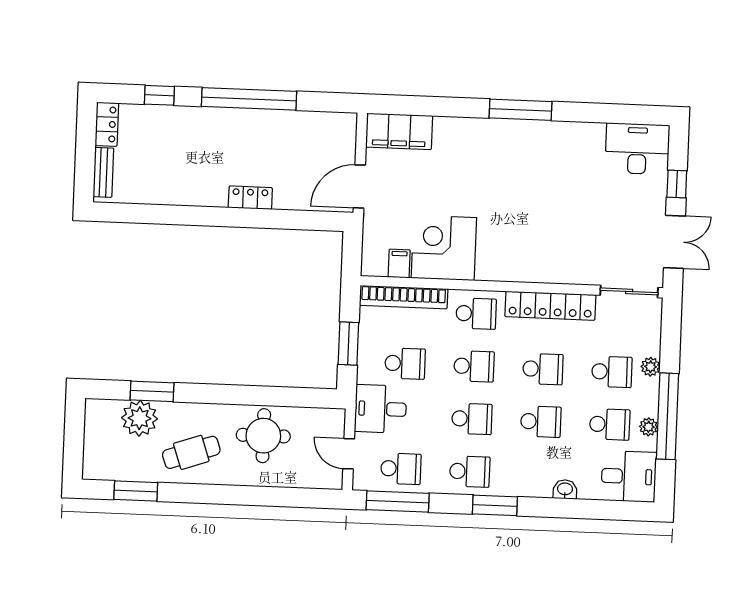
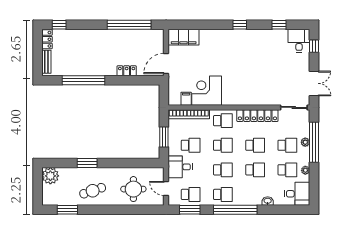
window: (159, 95) -> (59, 25), moved
window: (249, 99) -> (129, 25), moved
window: (520, 110) -> (240, 25), width x0.46
window: (604, 113) -> (279, 25), added
desk: (637, 149) -> (299, 41), width x0.73
window: (677, 184) -> (314, 46), moved
locker: (250, 198) -> (127, 71), moved
window: (181, 215) -> (83, 80), added
window: (152, 391) -> (87, 163), moved
window: (667, 416) -> (314, 142), moved
plant: (140, 418) -> (50, 176), moved
round table: (263, 436) -> (133, 189), moved
window: (398, 502) -> (190, 210), width x0.69
window: (495, 505) -> (235, 210), width x2.11

